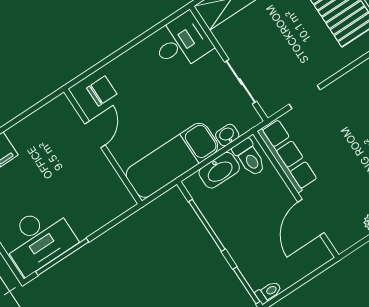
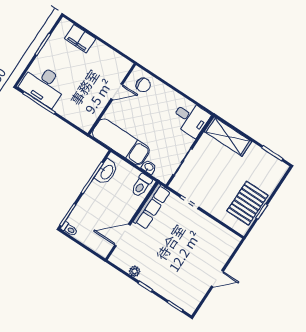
washbasin: (219, 170) -> (107, 172), moved, turned -90

